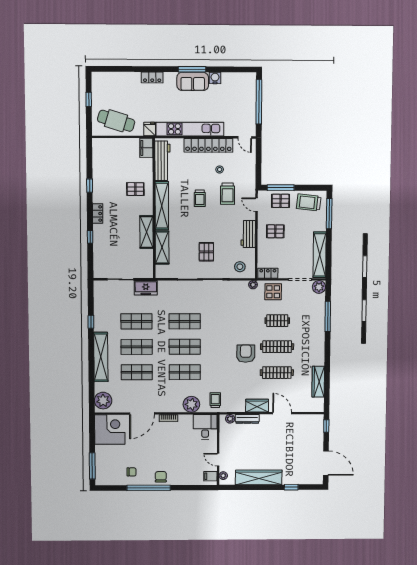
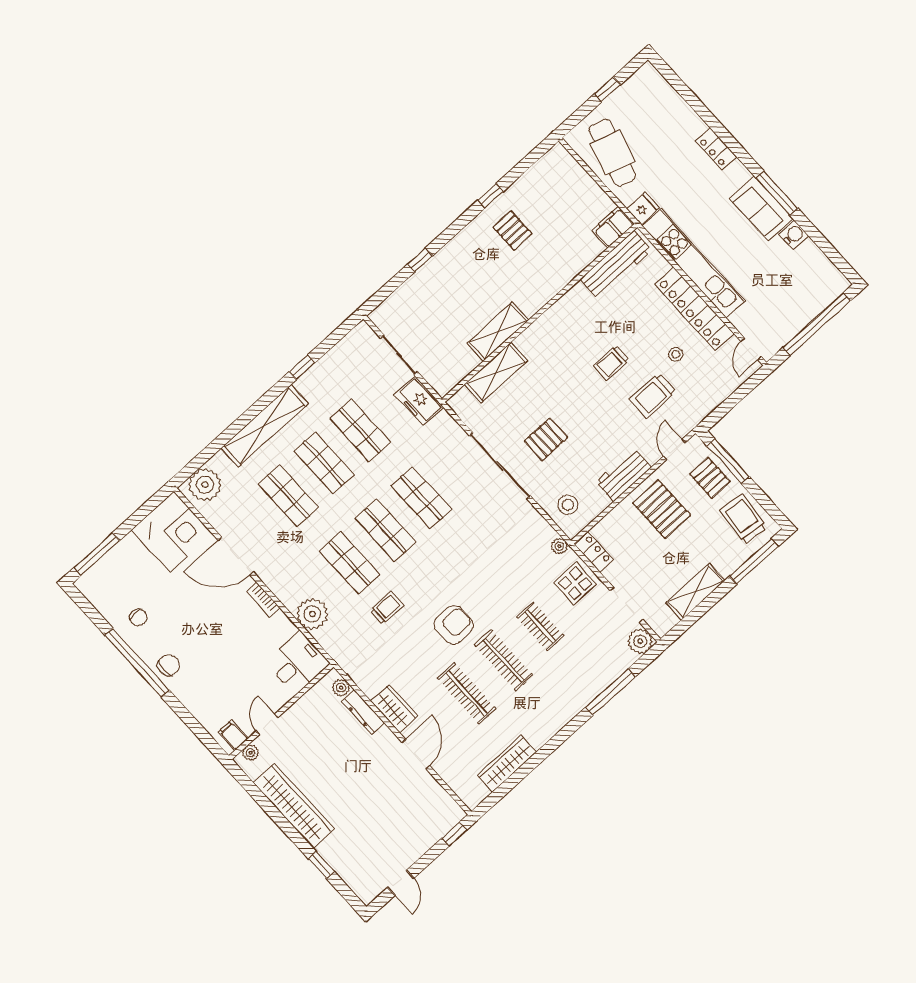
pallet: (135, 189) -> (512, 230), moved
shelving: (162, 206) -> (553, 320), removed
locker: (98, 213) -> (462, 241), removed
pallet: (275, 231) -> (662, 509), width x1.50, depth x1.42
shelving: (320, 255) -> (696, 592), width x0.68
trolley: (215, 400) -> (387, 608), moved
door: (326, 463) -> (401, 883), width x0.53

